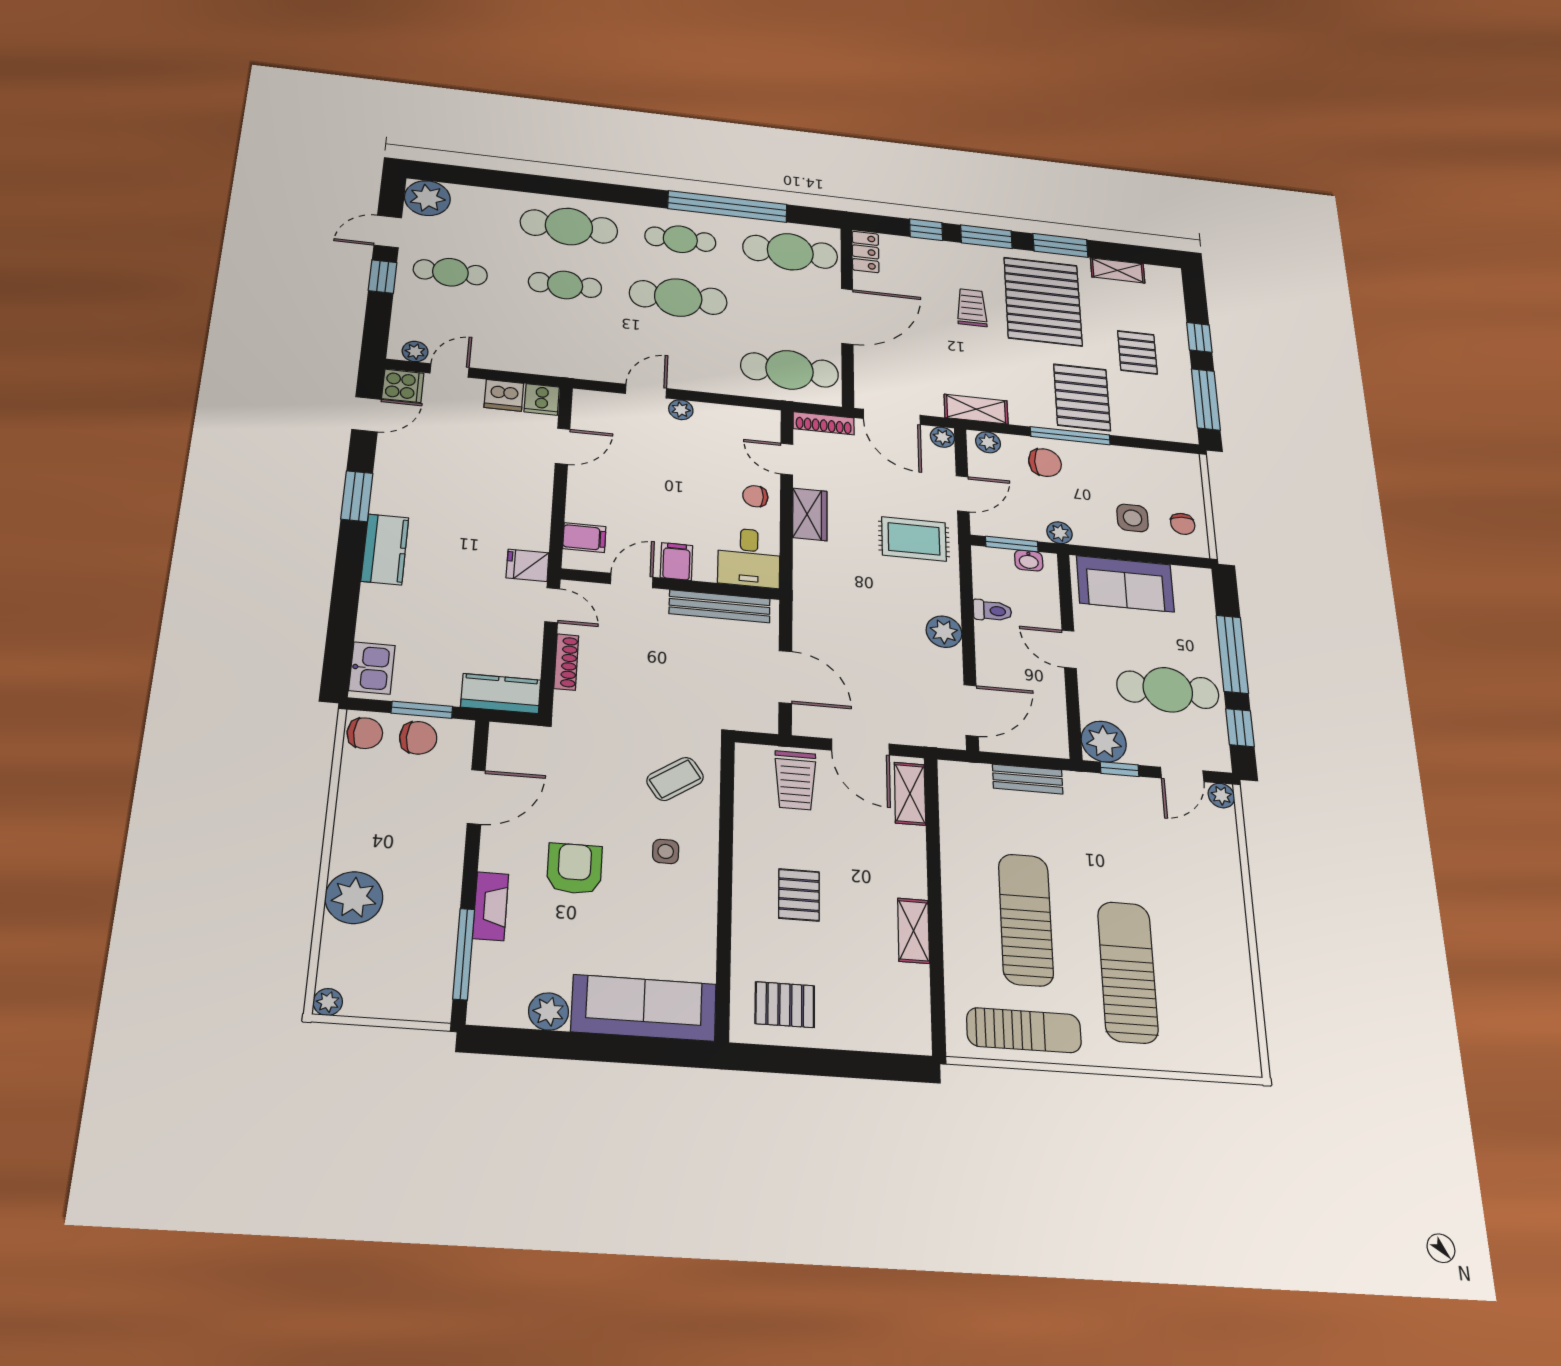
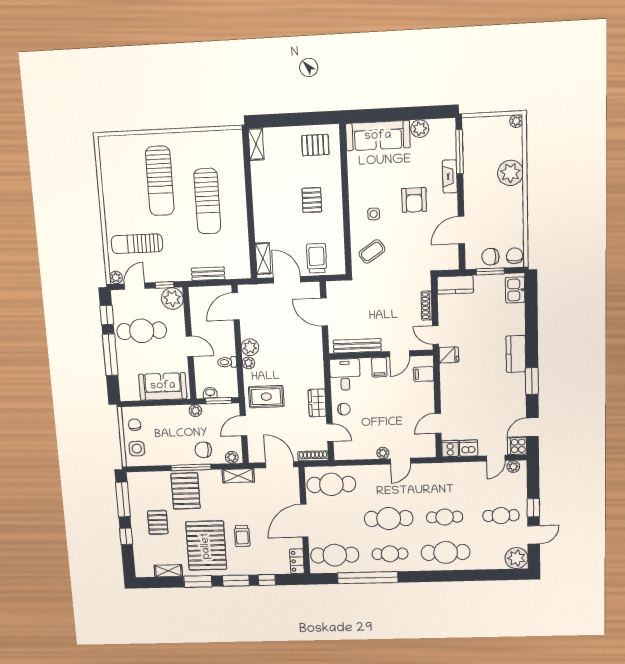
plant: (942, 437) -> (249, 363), moved
side table: (1133, 518) -> (137, 449), moved
chair: (365, 733) -> (515, 256), turned 89
shelving: (914, 931) -> (256, 144), moved
sun lounger: (1024, 1030) -> (137, 244), moved

